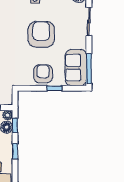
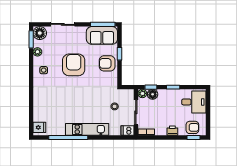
armchair: (41, 34) -> (74, 65), turned 90

